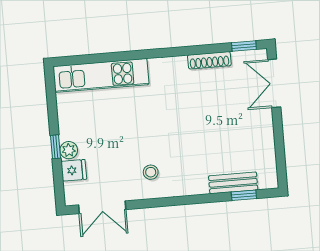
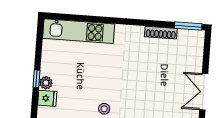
window: (244, 46) -> (188, 26), width x1.50
double door: (274, 83) -> (204, 92), moved

